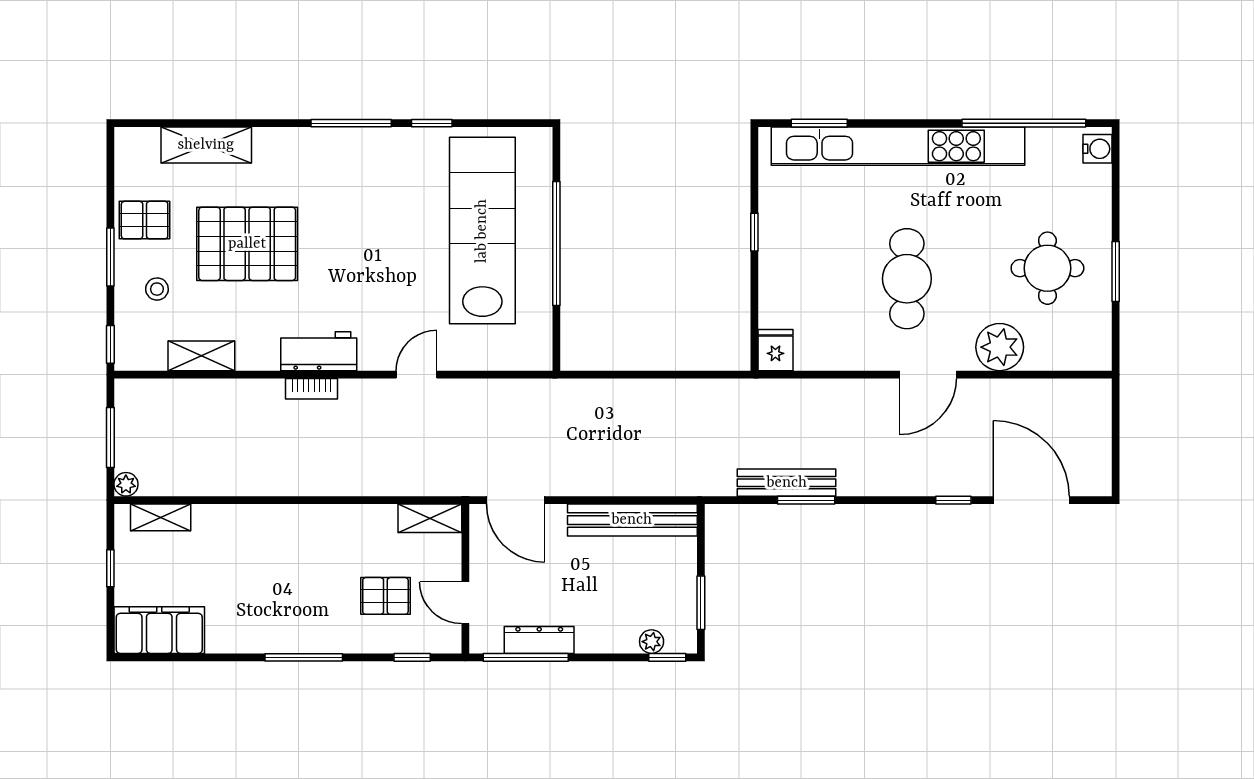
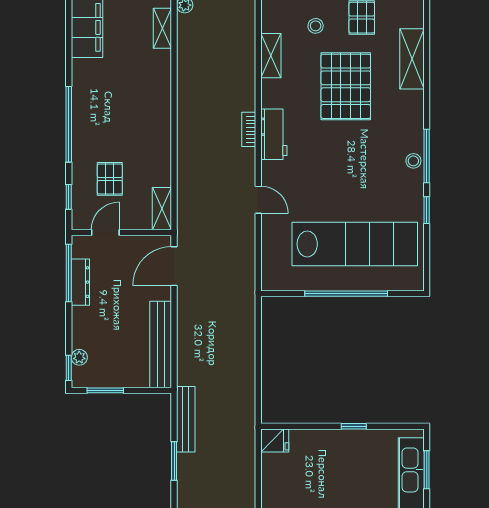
stool: (358, 143) -> (413, 161), added
bench: (787, 483) -> (186, 419), moved
window: (304, 657) -> (69, 124), width x1.46

